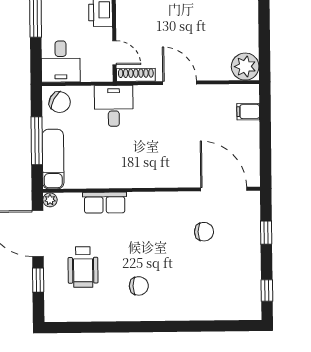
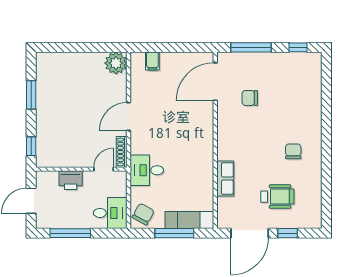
plant: (50, 200) -> (223, 223), removed
chair: (204, 232) -> (250, 98), turned -90
window: (266, 233) -> (251, 47), width x2.17

